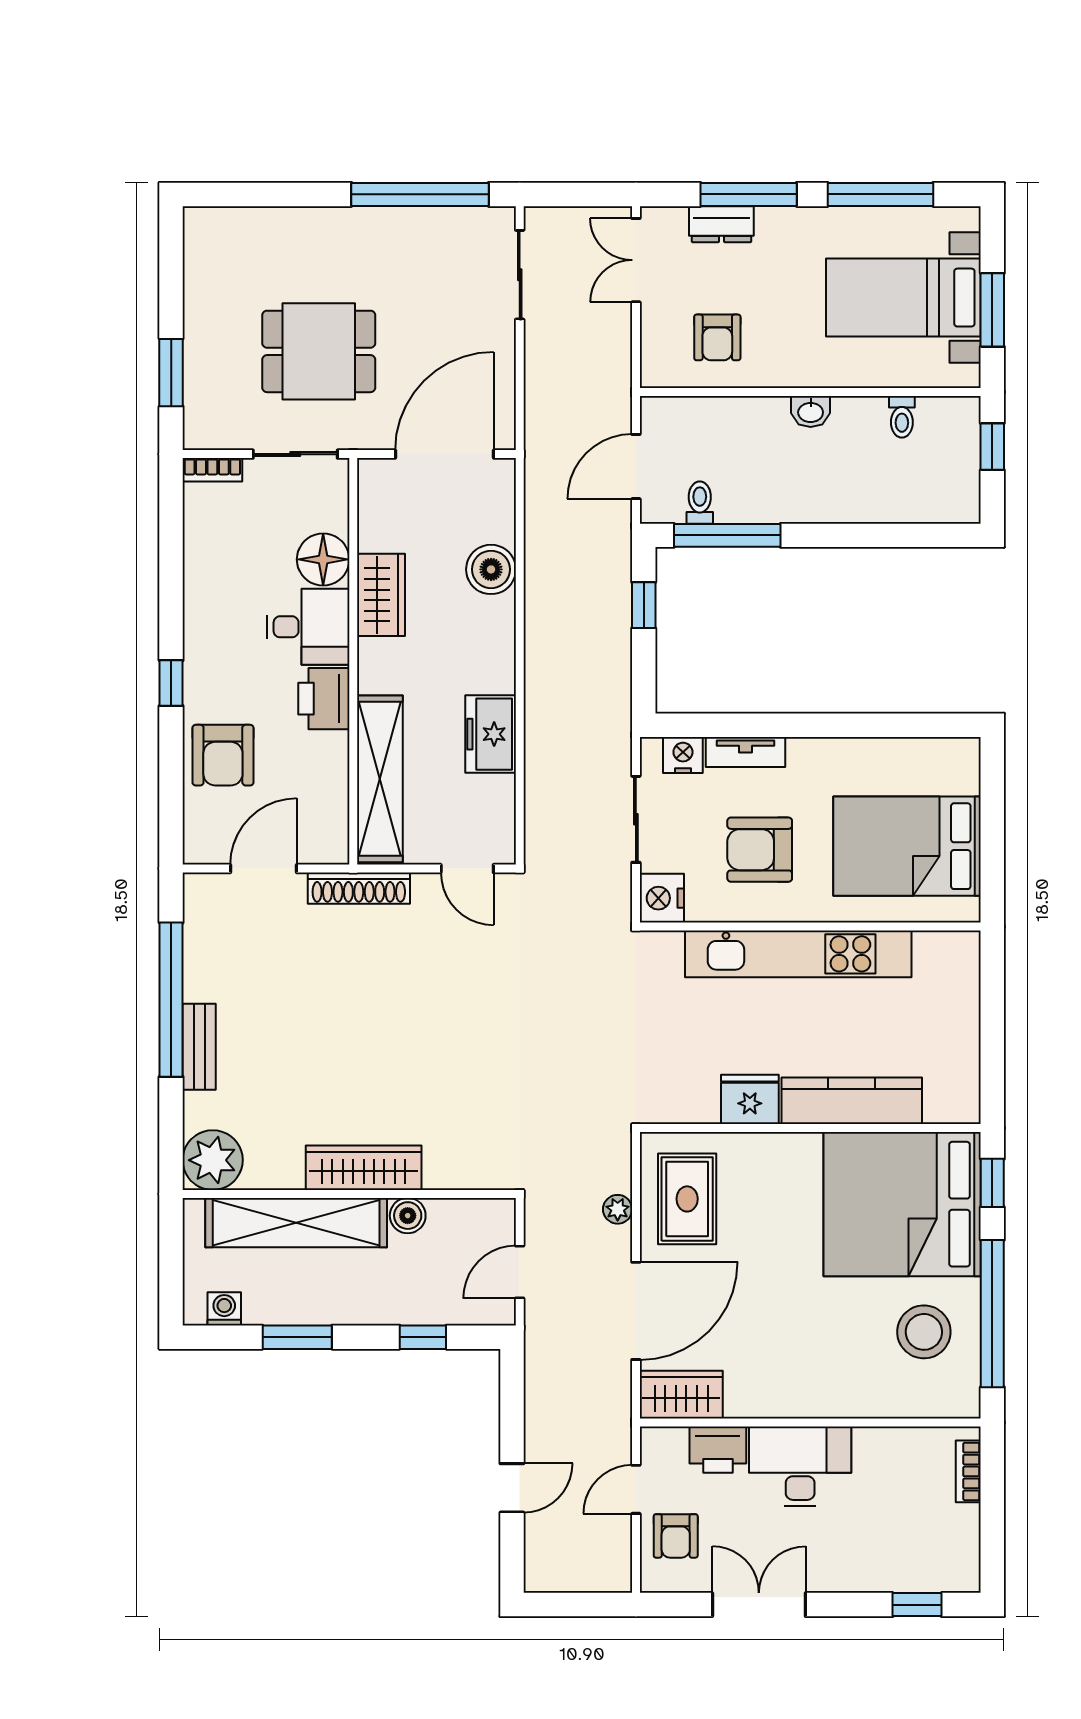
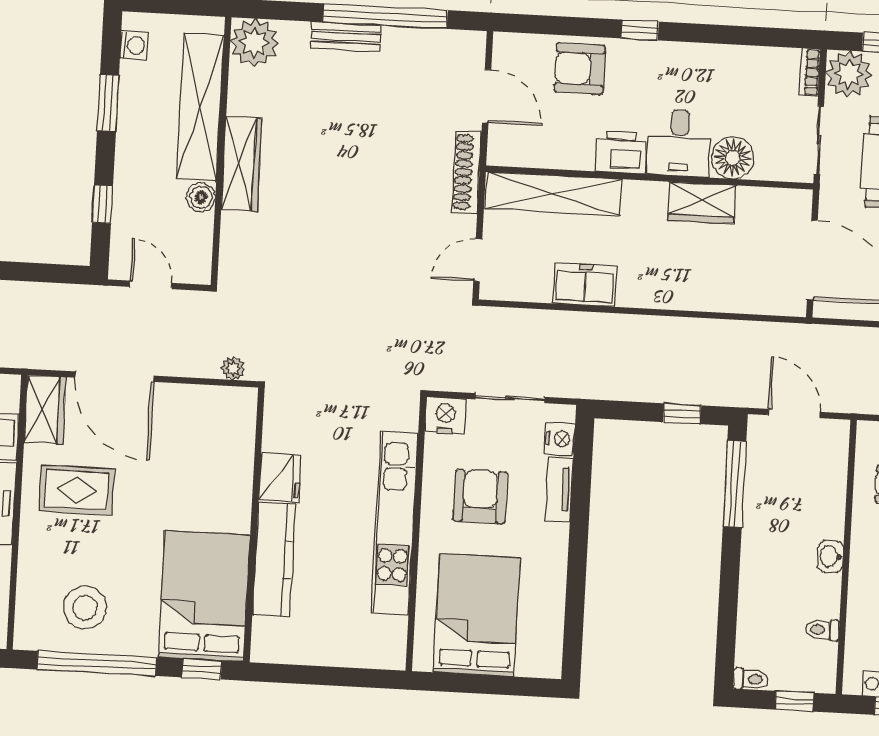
plant: (212, 421) -> (849, 74), added
toilet: (700, 503) -> (750, 679), moved
boiler: (491, 569) -> (717, 292), removed
rug: (687, 1199) -> (76, 490), moved
bed: (902, 1204) -> (204, 596), width x0.73
plant: (618, 1209) -> (233, 368), moved

